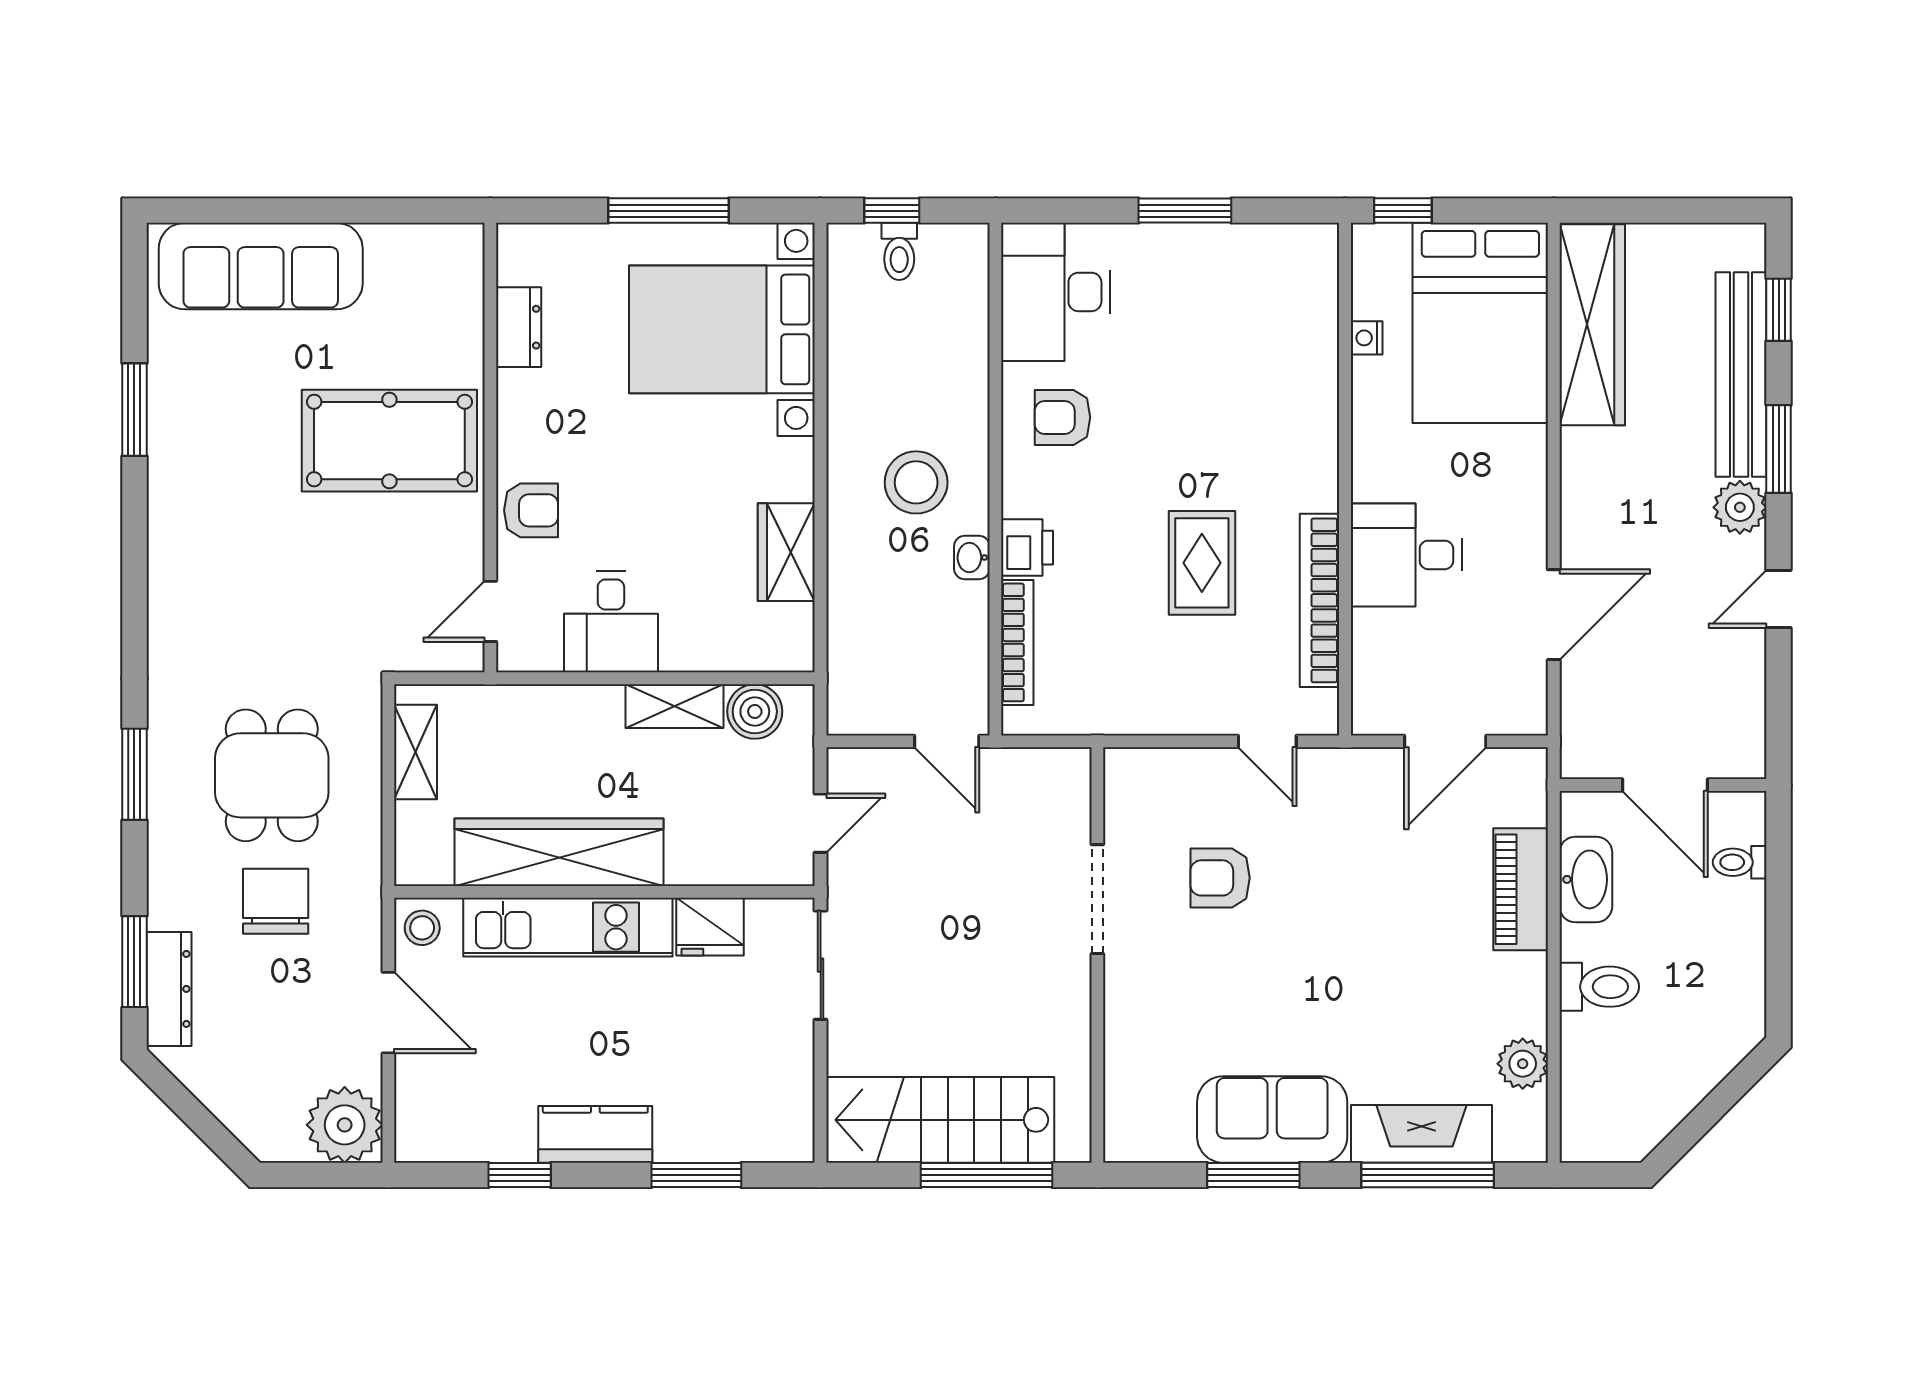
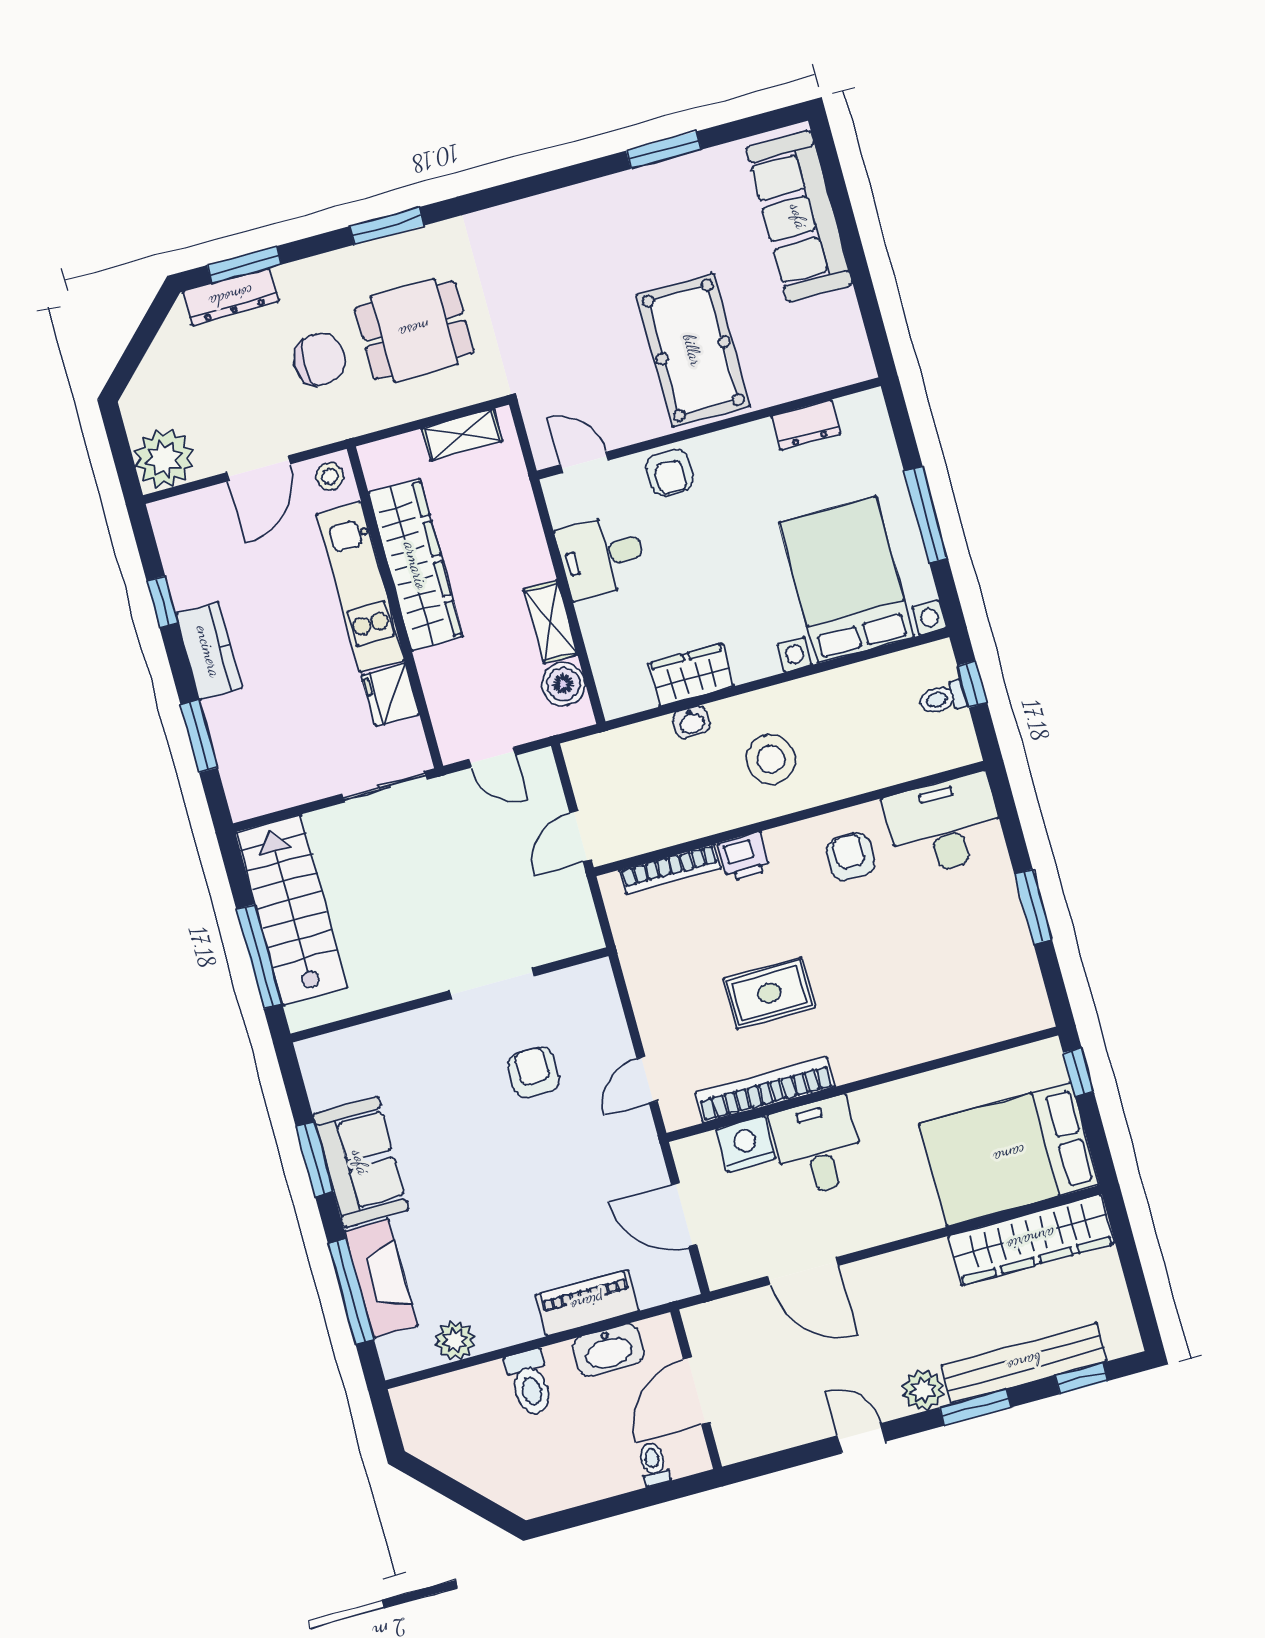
nightstand: (1367, 338) -> (746, 1144), moved, width x1.89, depth x1.79
washbasin: (972, 558) -> (691, 722), moved, turned 180

